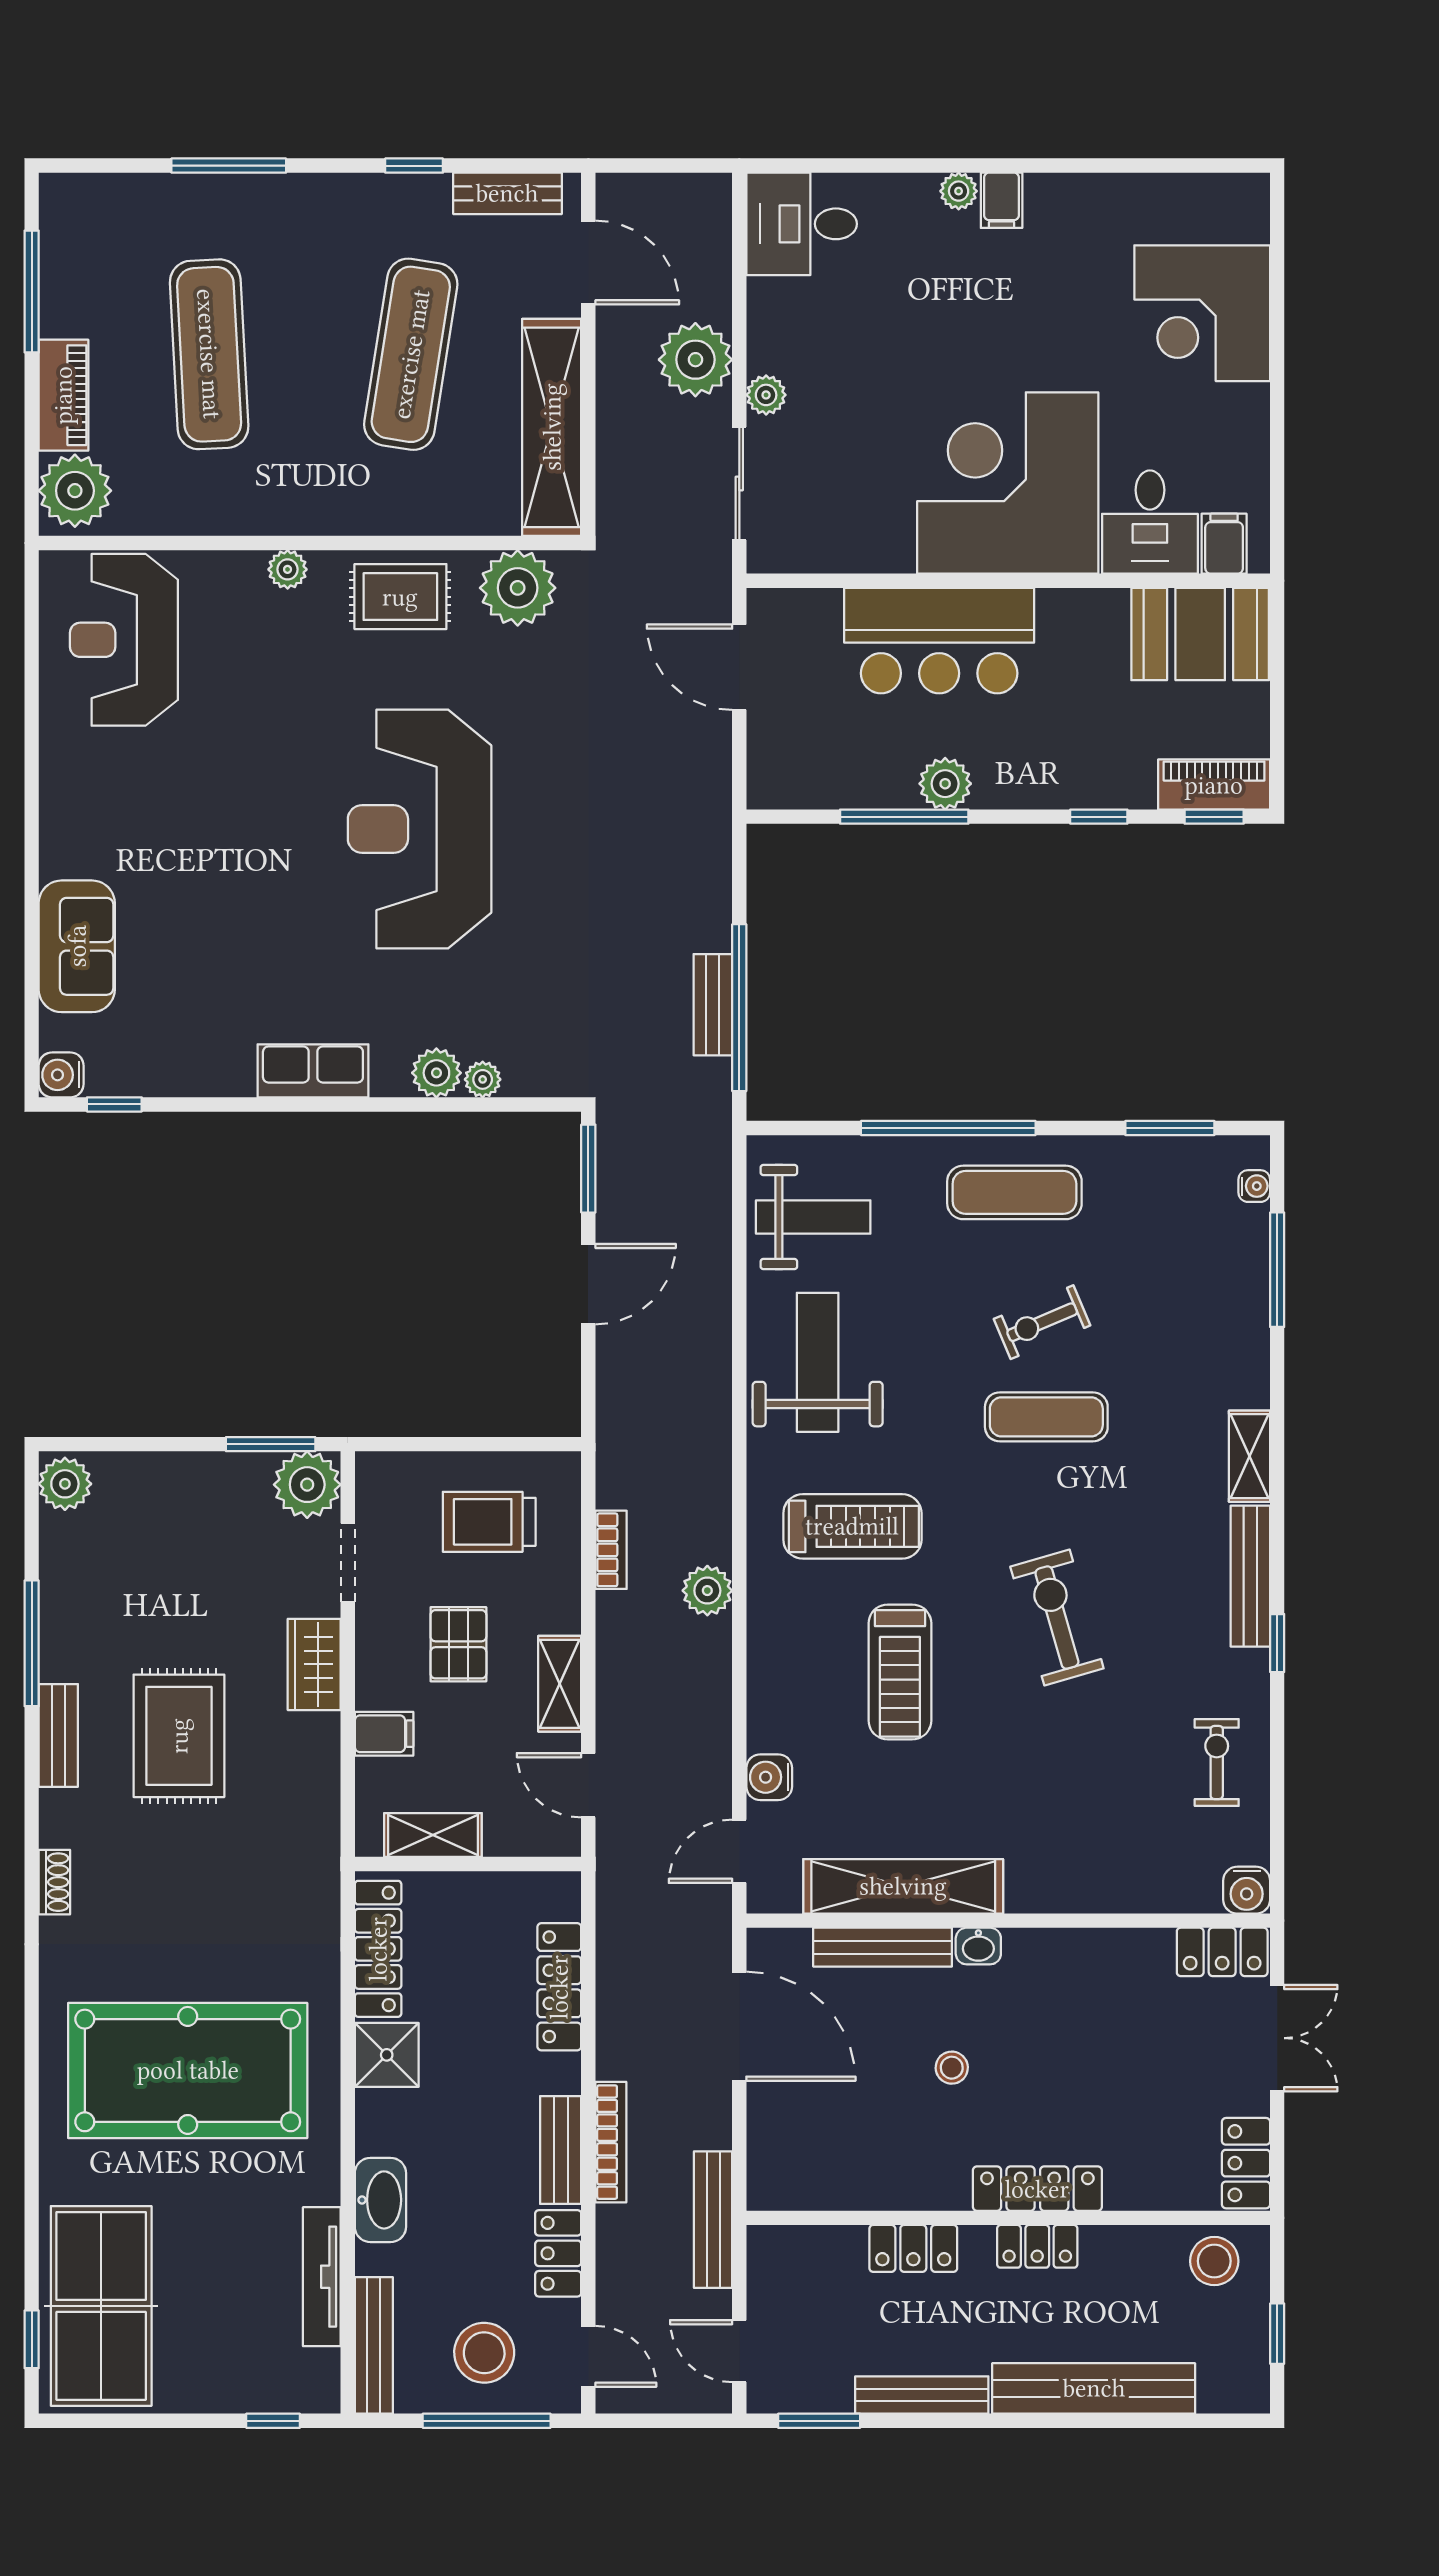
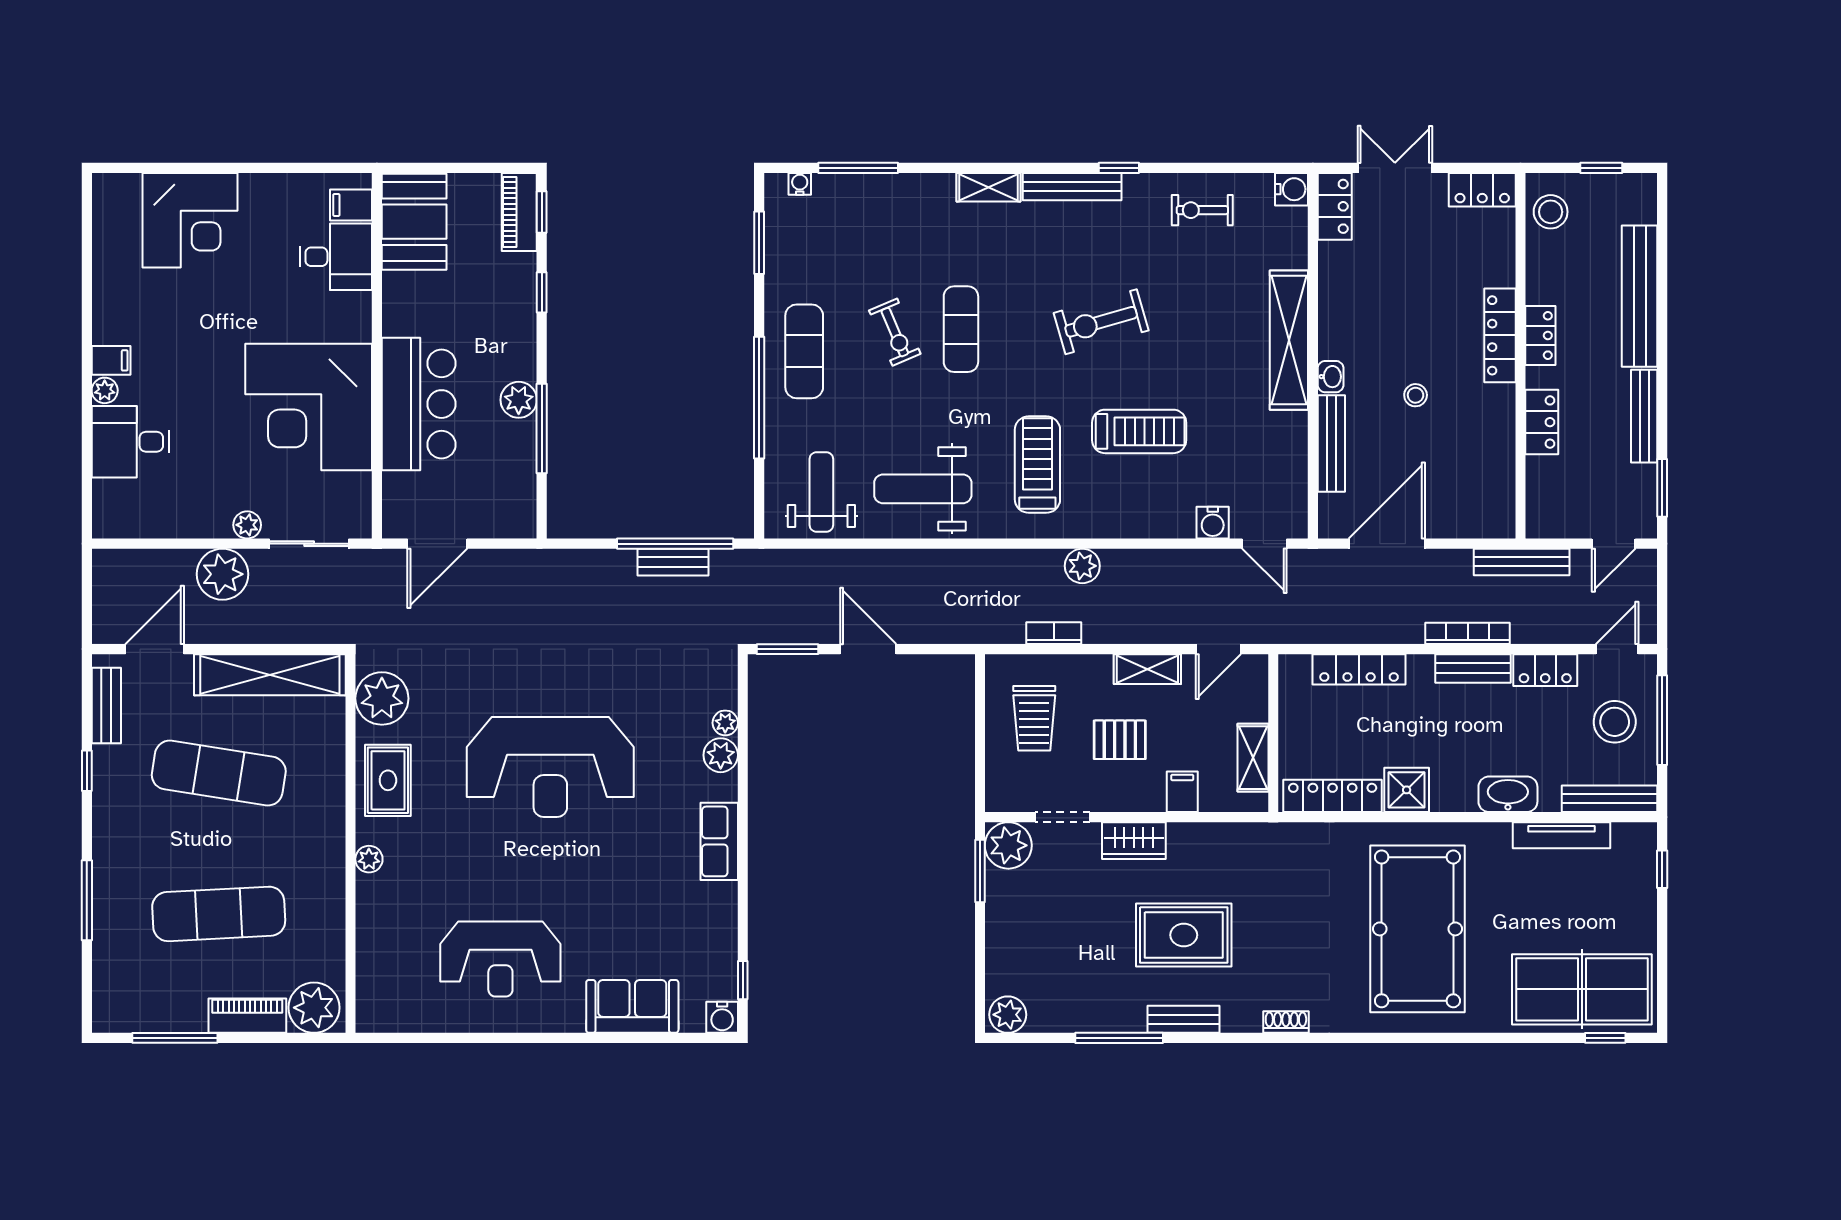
desk: (802, 224) -> (130, 442), moved, turned 90
corner desk: (1008, 483) -> (309, 407), moved
reception desk: (124, 640) -> (500, 959), moved
shelving: (903, 1886) -> (1289, 340), moved

